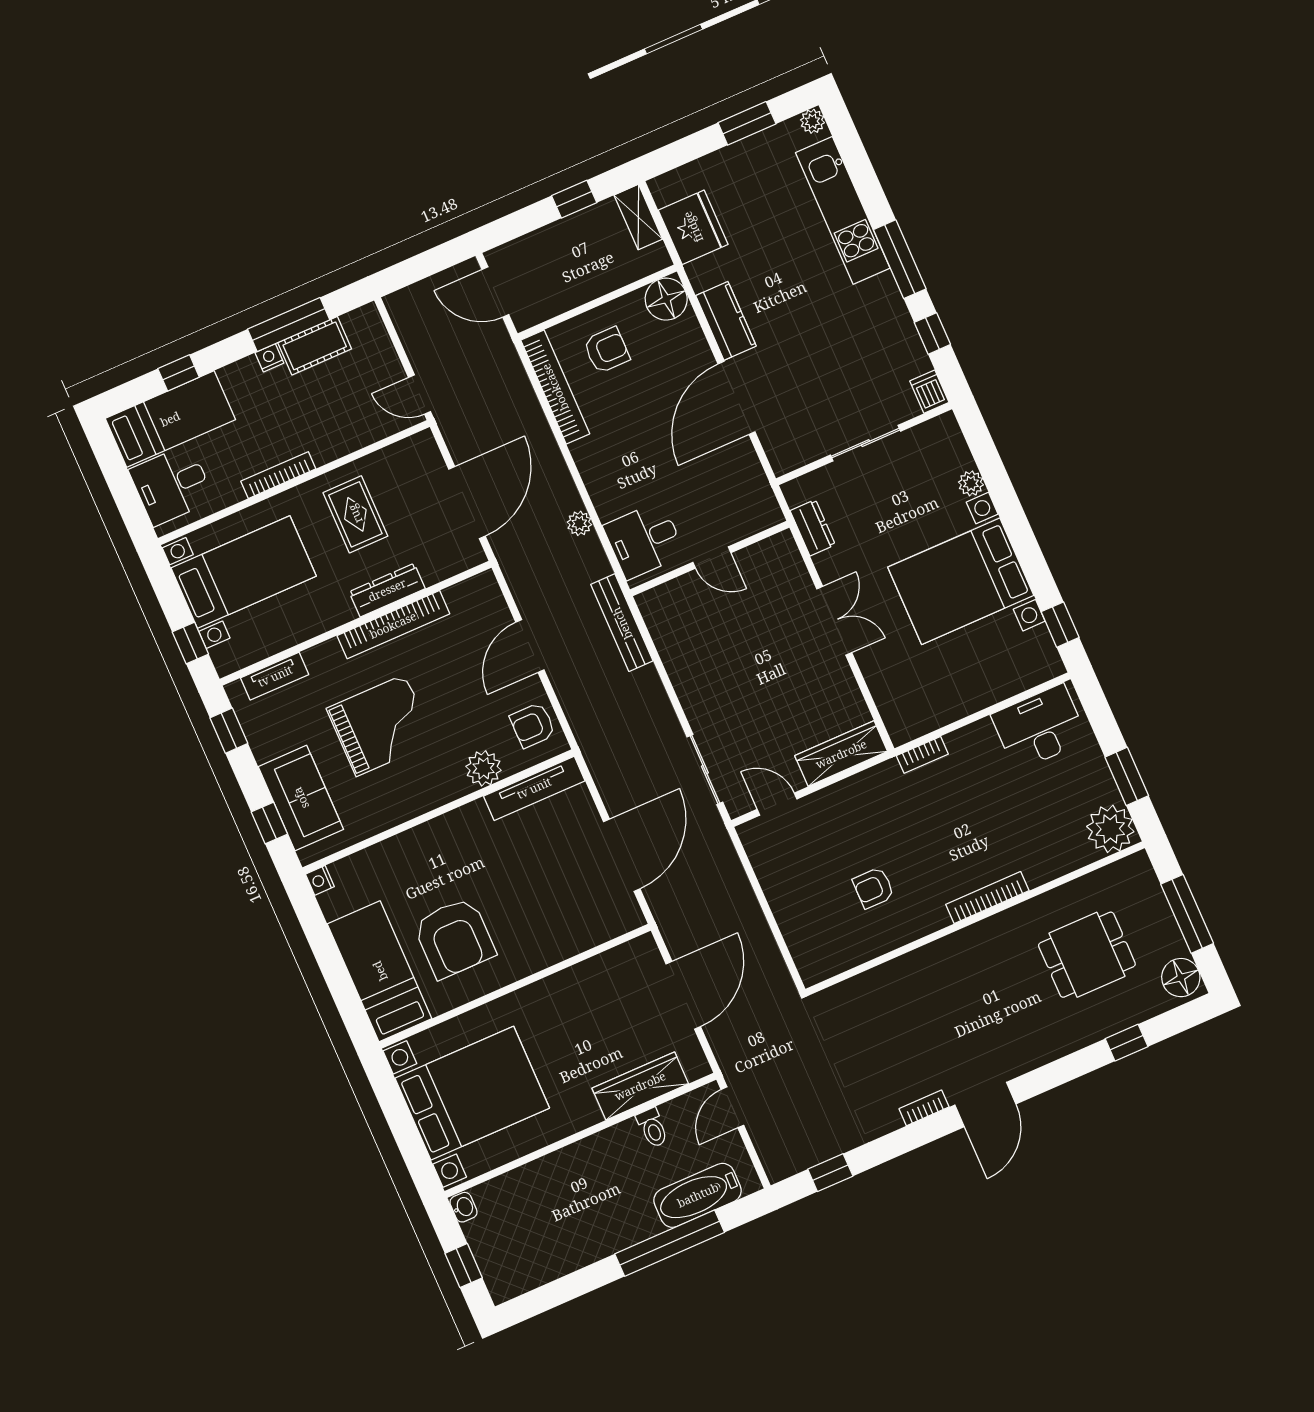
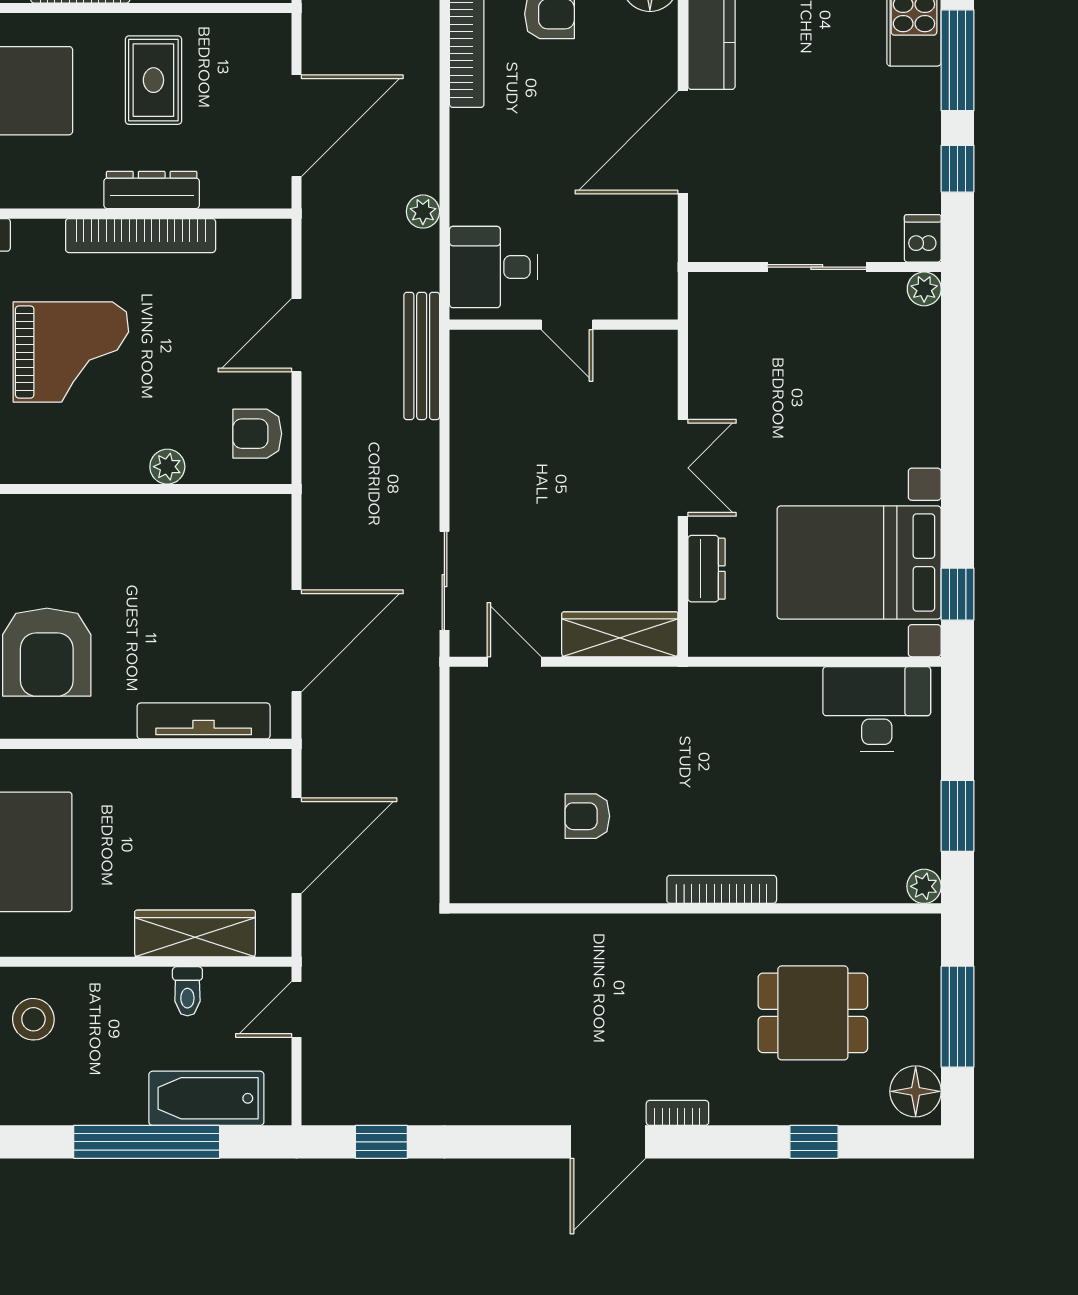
plant: (971, 483) -> (924, 289), moved
dresser: (813, 528) -> (707, 569), moved
bed with nightstands: (961, 581) -> (859, 562), moved
bookcase: (922, 755) -> (719, 680), removed
plant: (484, 768) -> (167, 467), width x0.73, depth x0.73
tv unit: (534, 788) -> (204, 721), moved, turned 180
plant: (1110, 829) -> (924, 886), width x0.53, depth x0.53
bookcase: (924, 1108) -> (677, 1113), moved
stool: (555, 1193) -> (33, 1019), added

